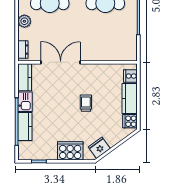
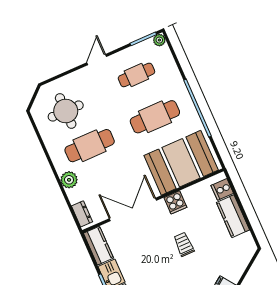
booth: (109, 44) -> (181, 163), added
cooker: (130, 121) -> (175, 202), moved, turned -90

